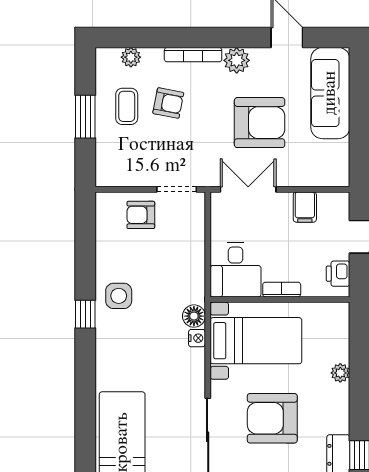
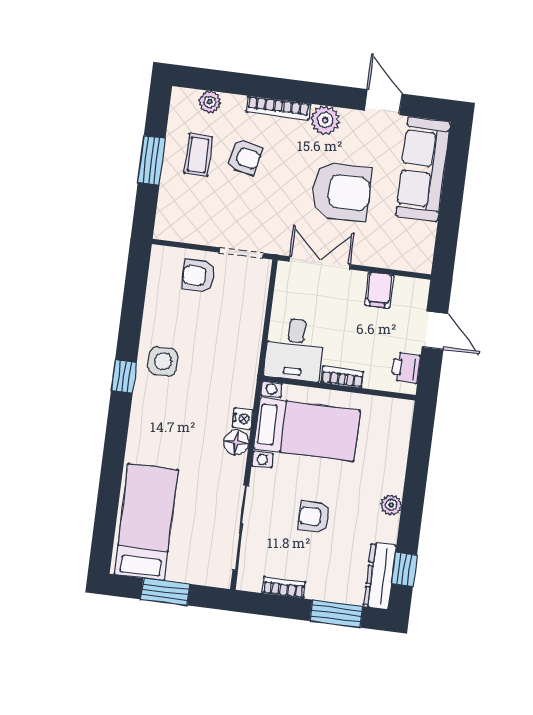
floor lamp: (194, 316) -> (236, 442), moved
plant: (340, 373) -> (391, 505), moved
armchair: (272, 418) -> (314, 517), width x0.53, depth x0.53

